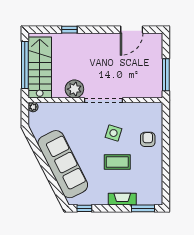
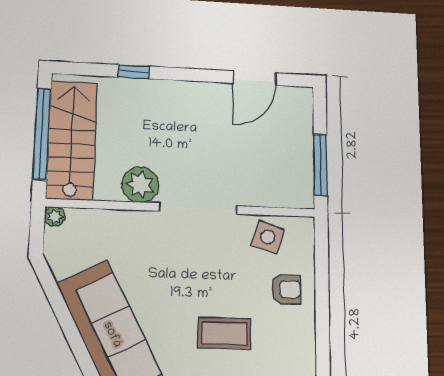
side table: (113, 133) -> (268, 237), moved
armchair: (148, 139) -> (286, 289), turned 90

